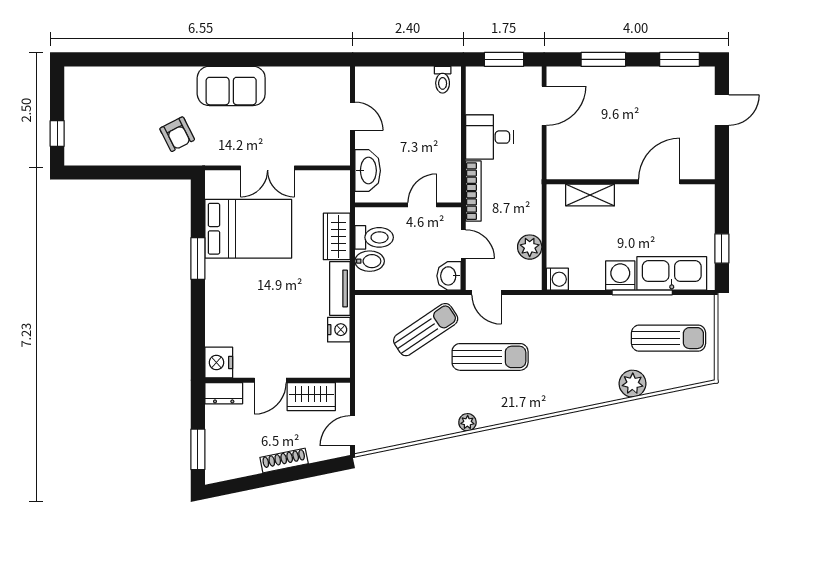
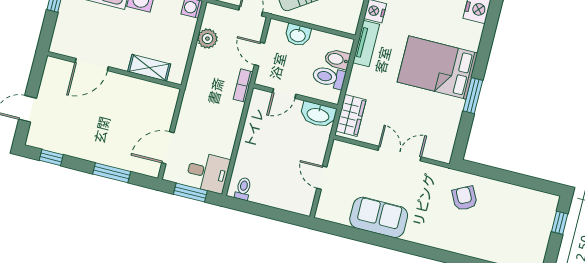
window: (679, 59) -> (51, 158), width x0.67
sofa: (231, 86) -> (379, 217), moved
desk: (490, 137) -> (208, 172), moved
washbasin: (368, 171) -> (318, 115), moved, turned -90
bookcase: (473, 191) -> (243, 86), width x0.64
bed: (248, 229) -> (437, 67), moved
wardrobe: (337, 236) -> (351, 115), moved
washbasin: (449, 276) -> (298, 35), moved, turned 90

